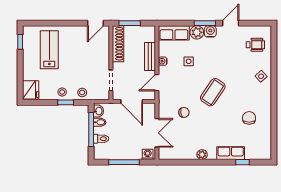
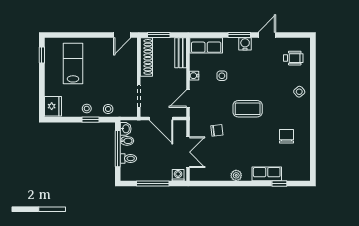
plant: (197, 32) -> (231, 45), removed
bench: (150, 57) -> (181, 53), moved
coffee table: (213, 92) -> (248, 109), turned 56

